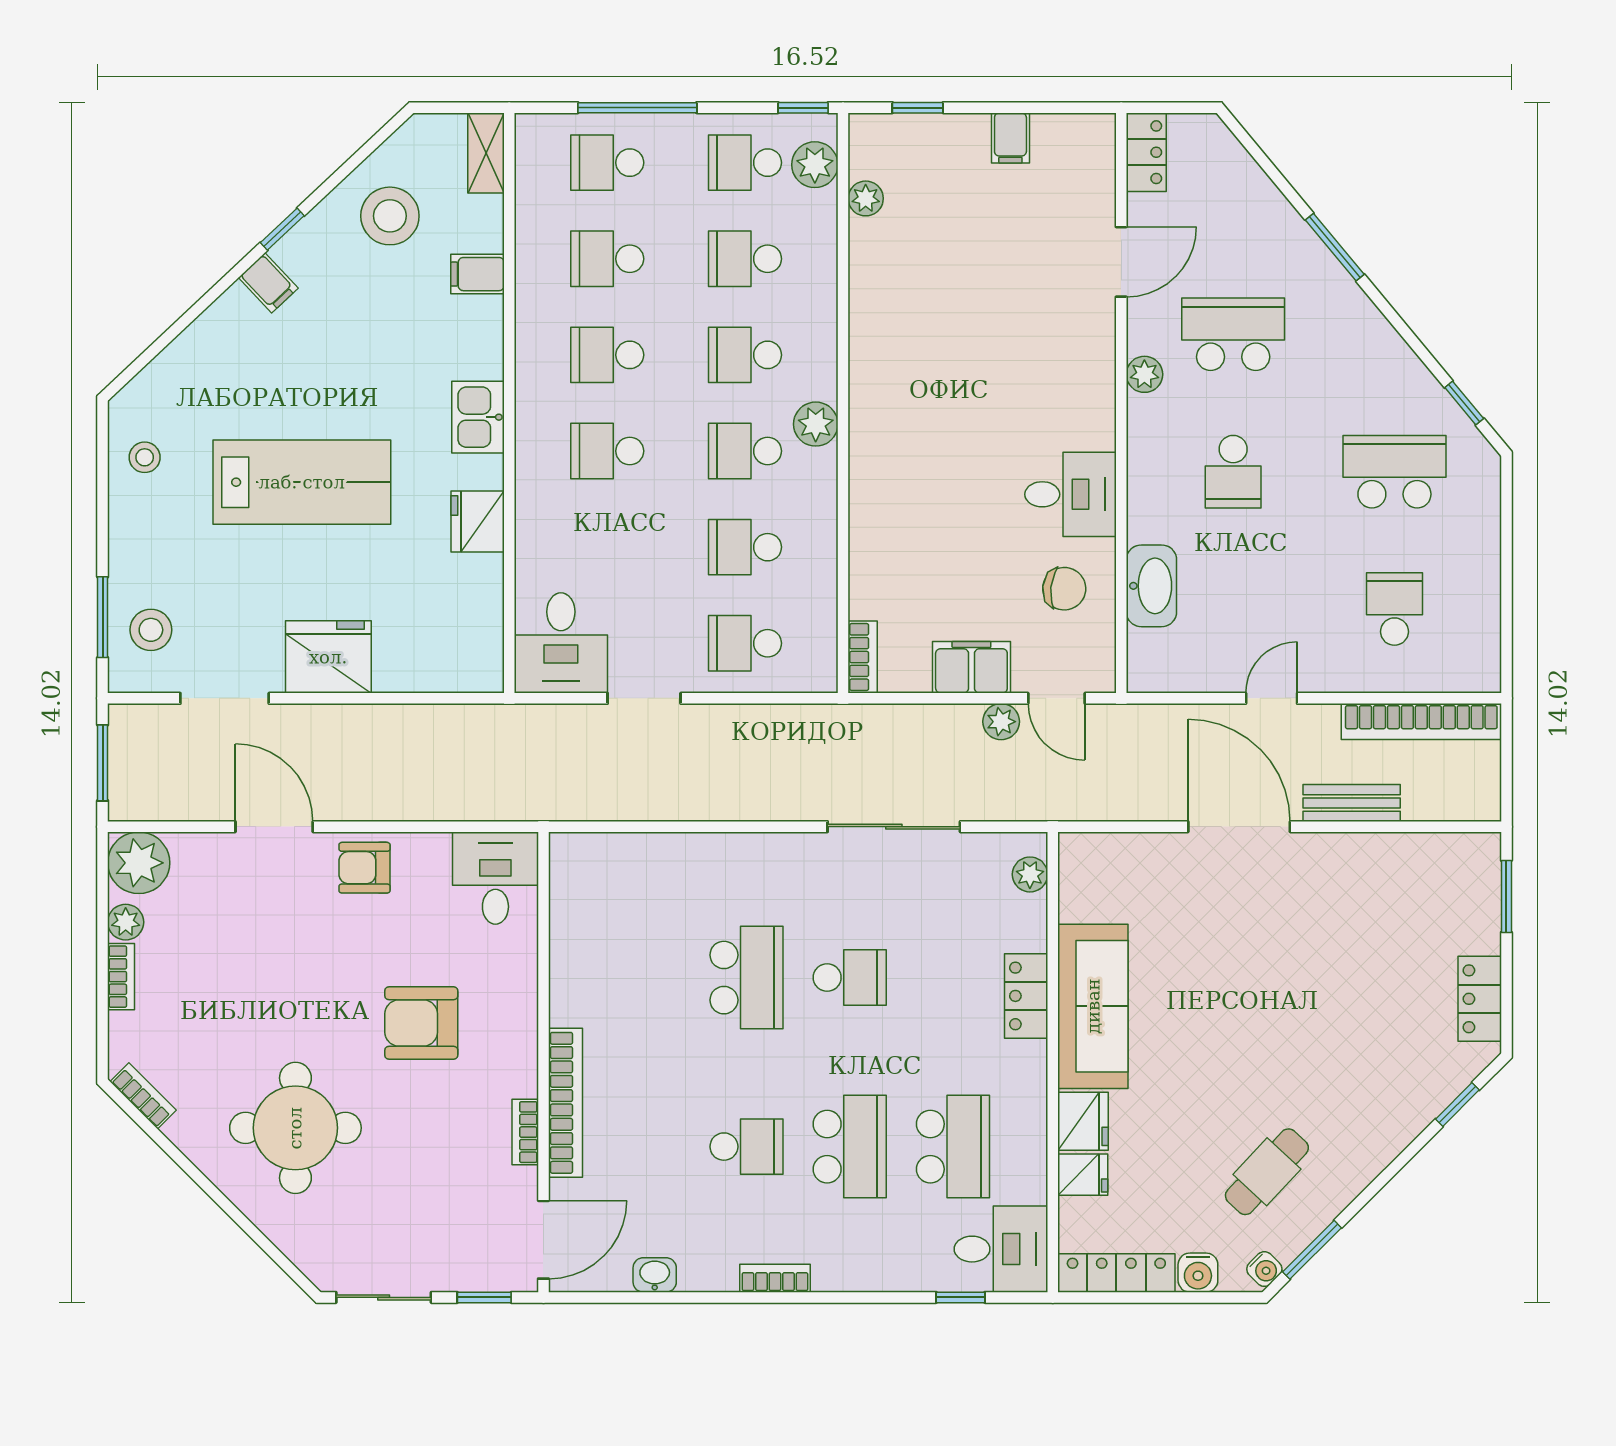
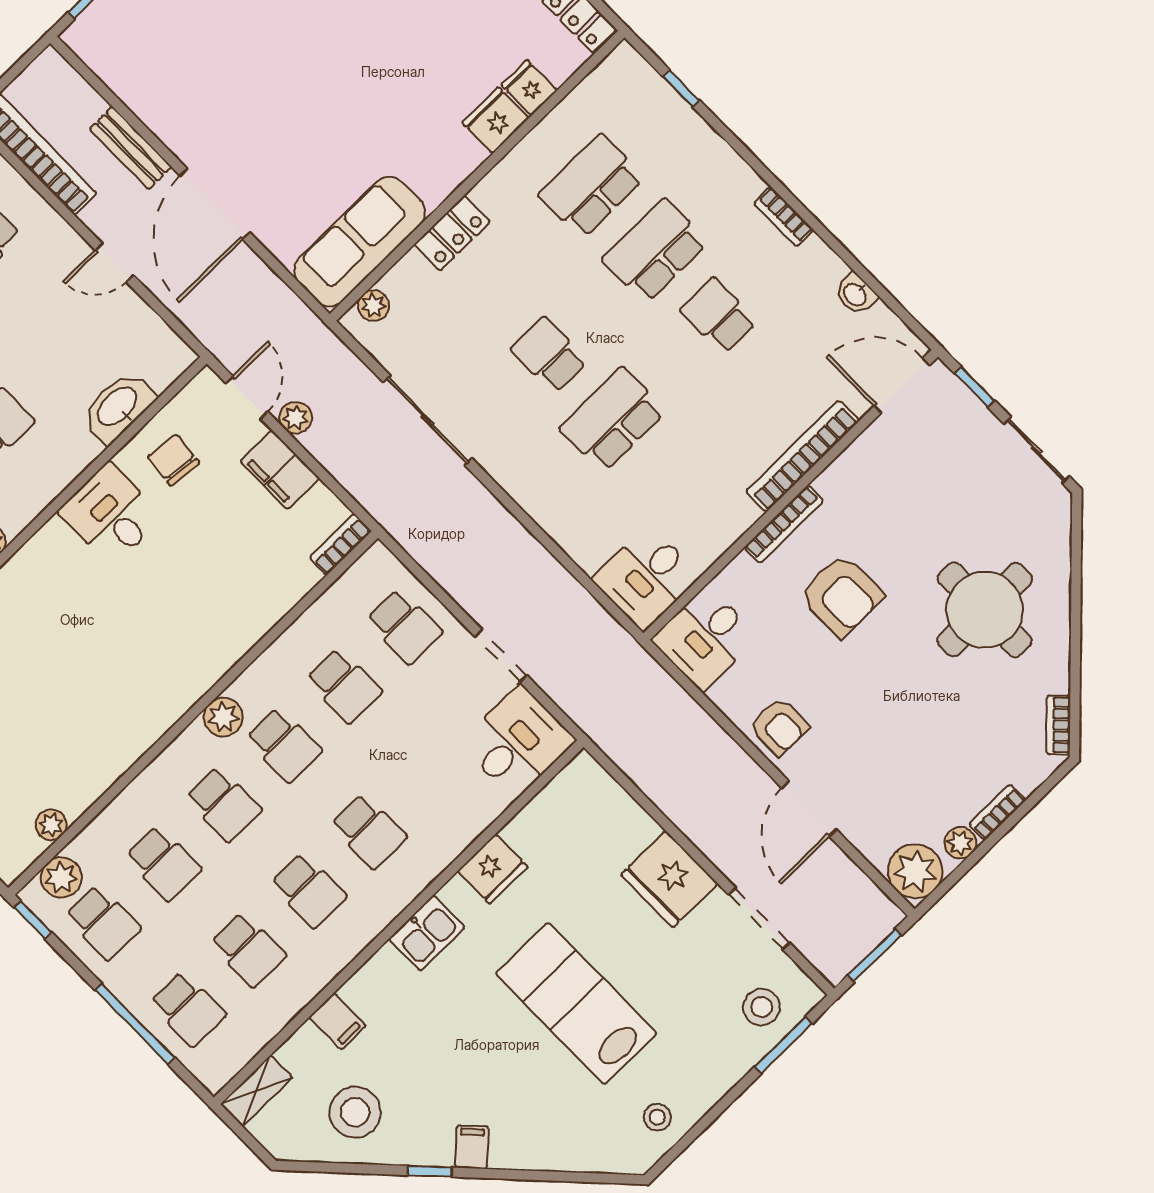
sofa: (1093, 1006) -> (360, 242), moved
bookcase: (525, 1132) -> (784, 524), moved, width x1.56
desk: (1001, 1249) -> (646, 578), moved, turned -90

